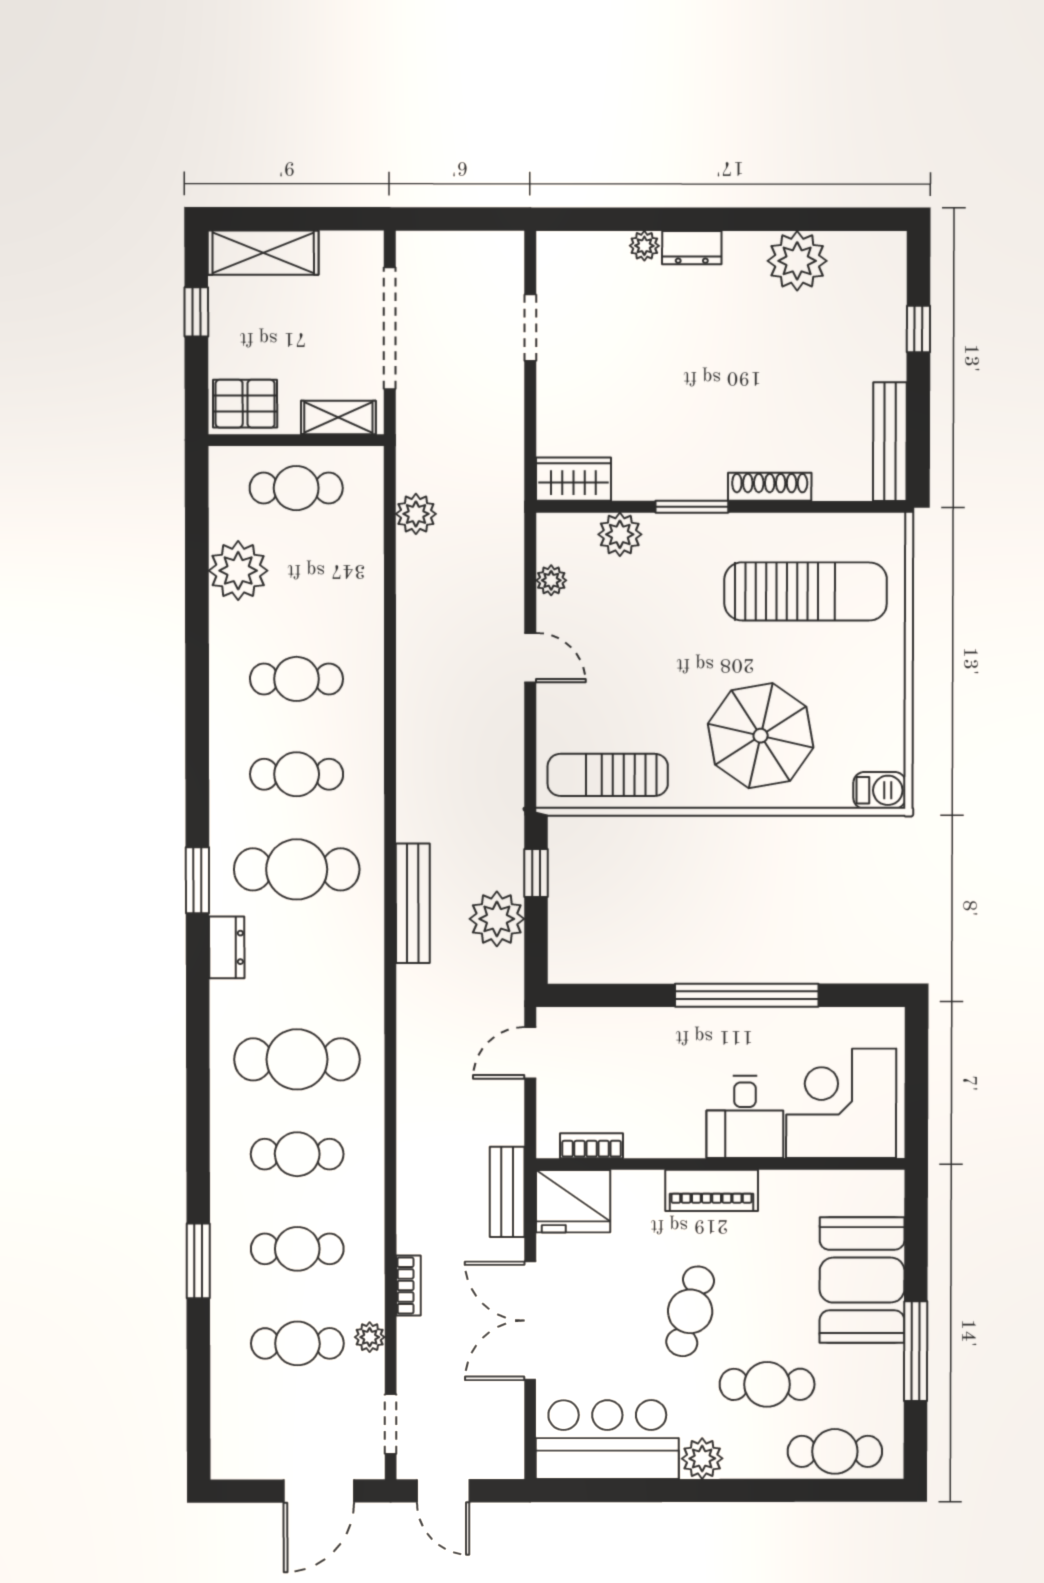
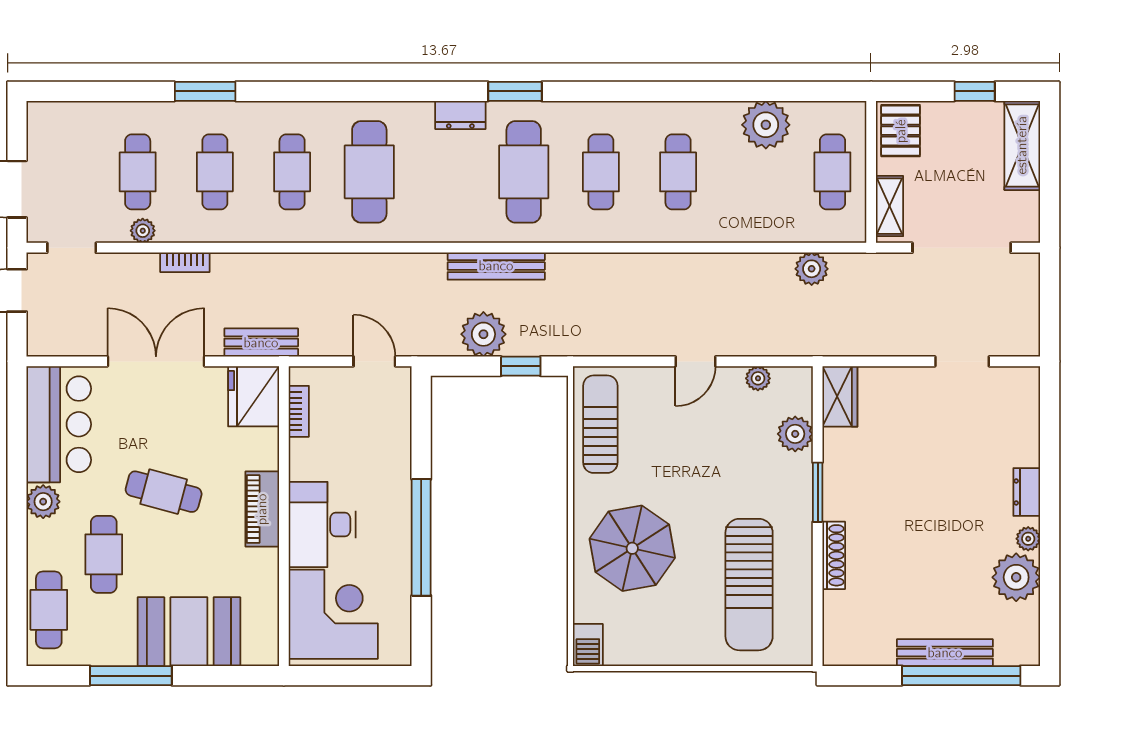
plant: (644, 246) -> (1028, 539), moved
window: (918, 329) -> (961, 676), width x3.17
bench: (890, 442) -> (945, 653), moved
desk: (745, 1117) -> (322, 524), width x1.37

